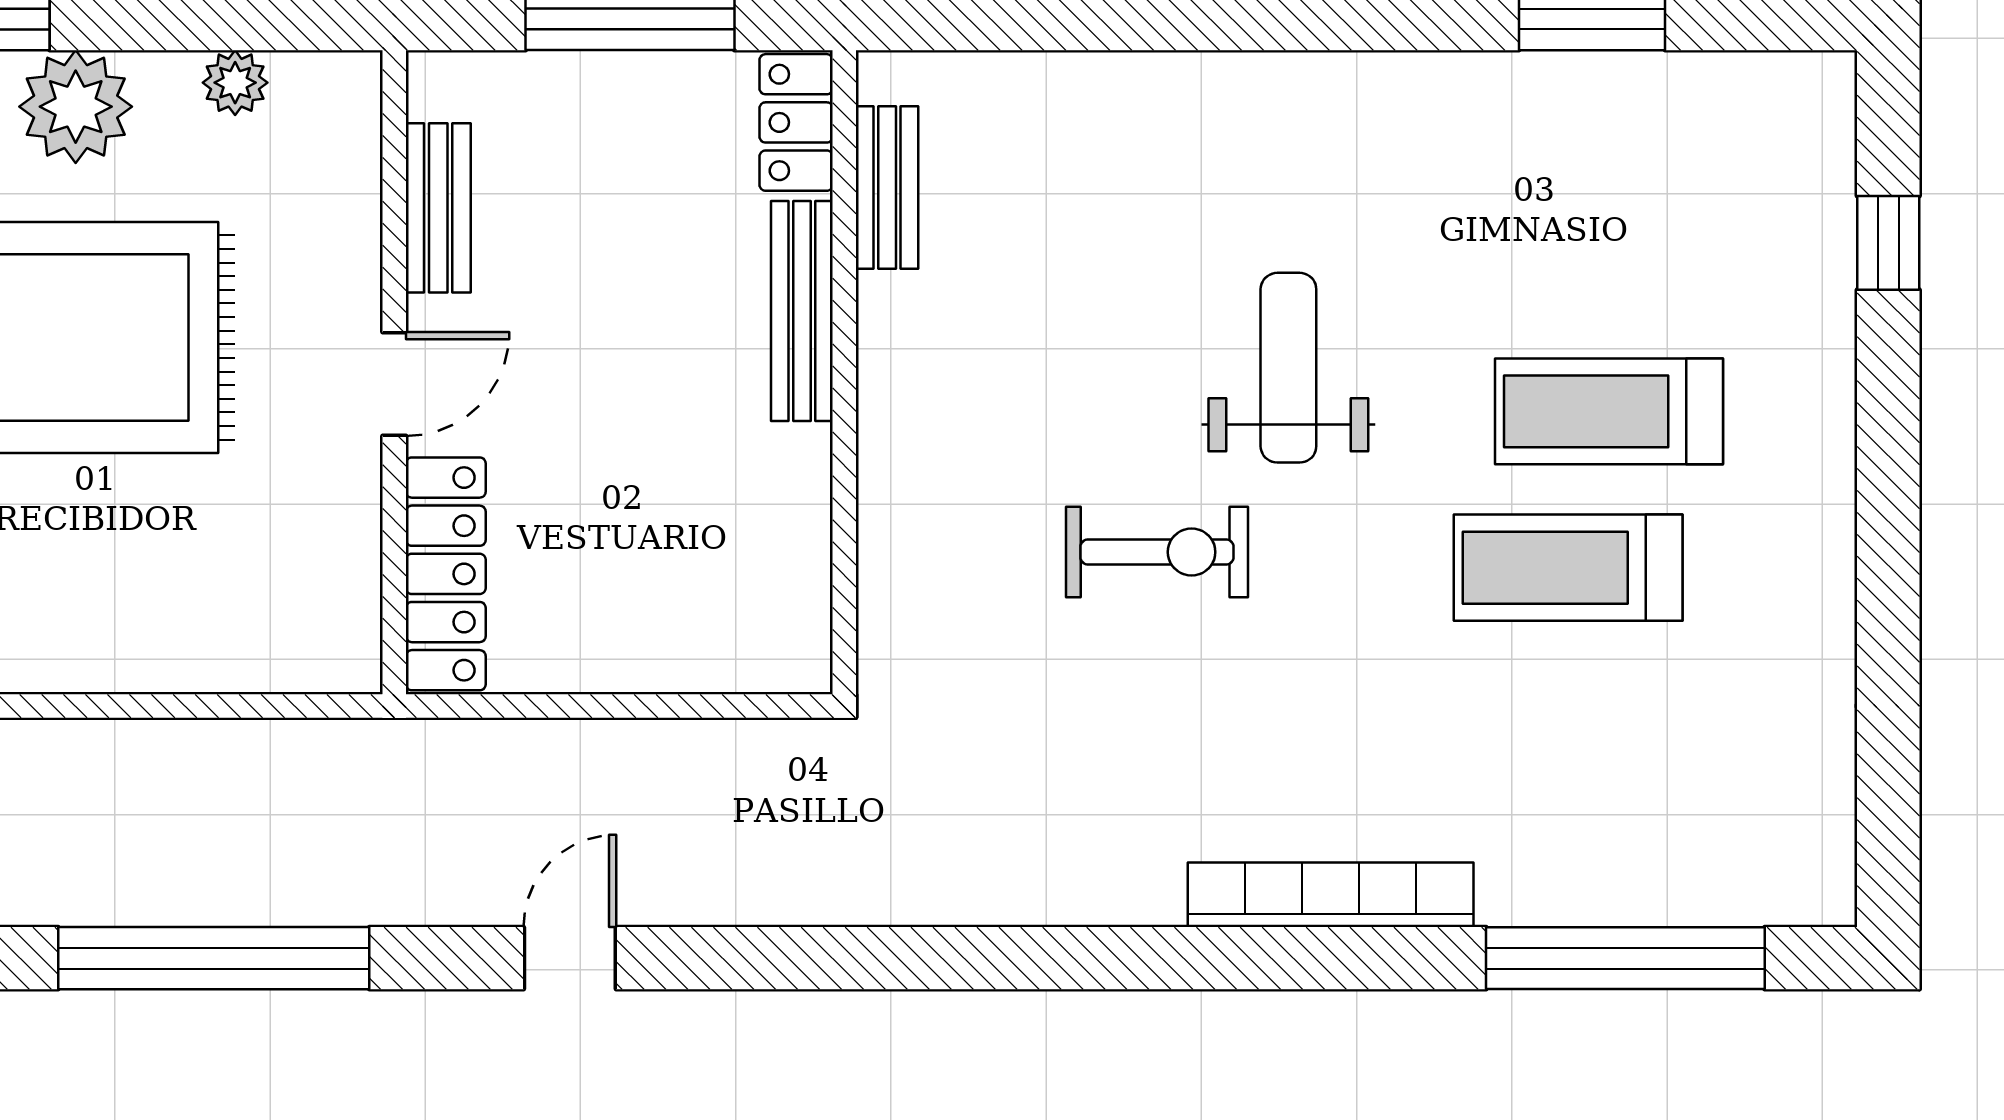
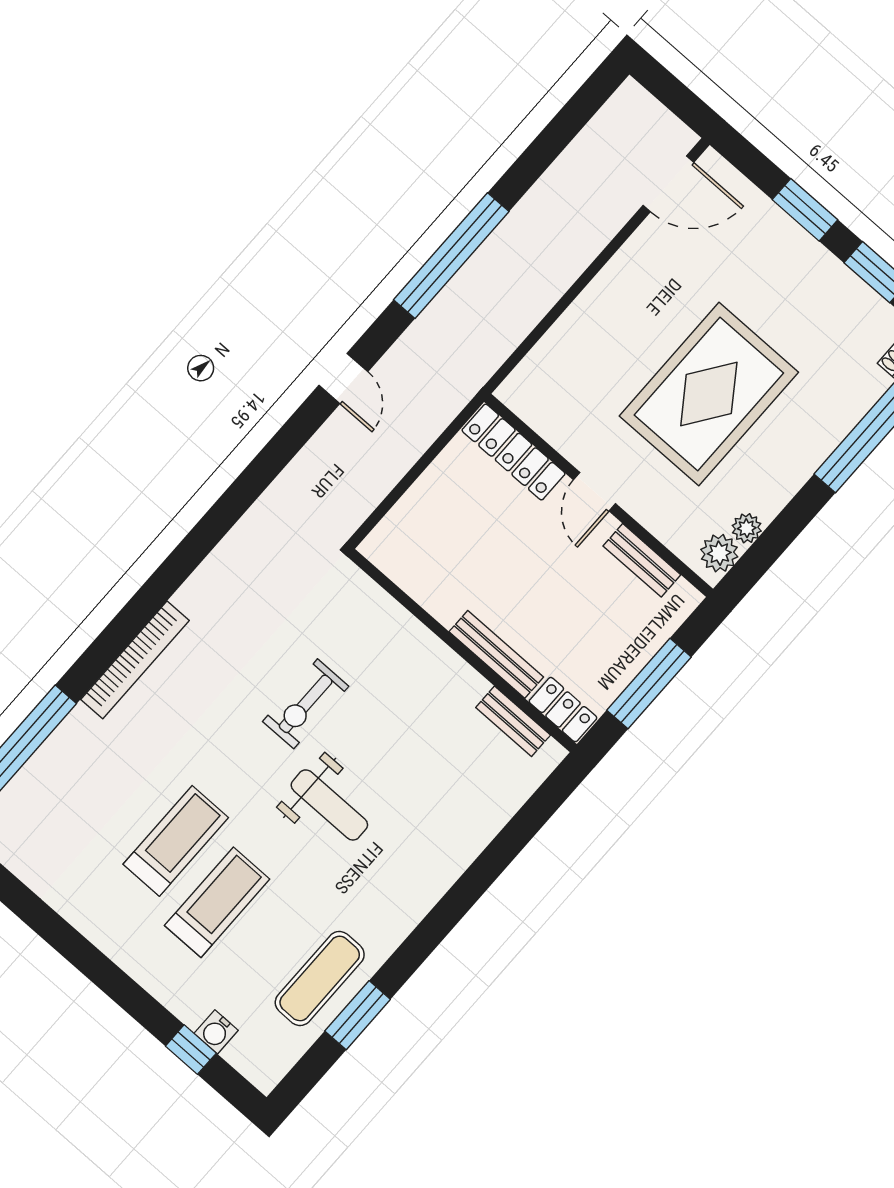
plant: (76, 107) -> (719, 553), moved, width x0.73, depth x0.73
exercise mat: (1586, 134) -> (320, 978), added
water cooler: (1823, 227) -> (216, 1032), added

